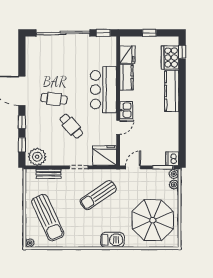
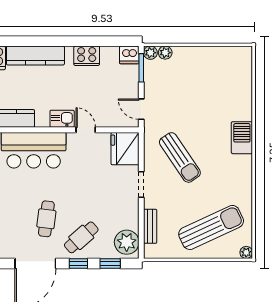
cafe table: (71, 126) -> (81, 237), moved
cooker: (172, 128) -> (87, 56), added
parasol: (153, 220) -> (215, 82), removed

